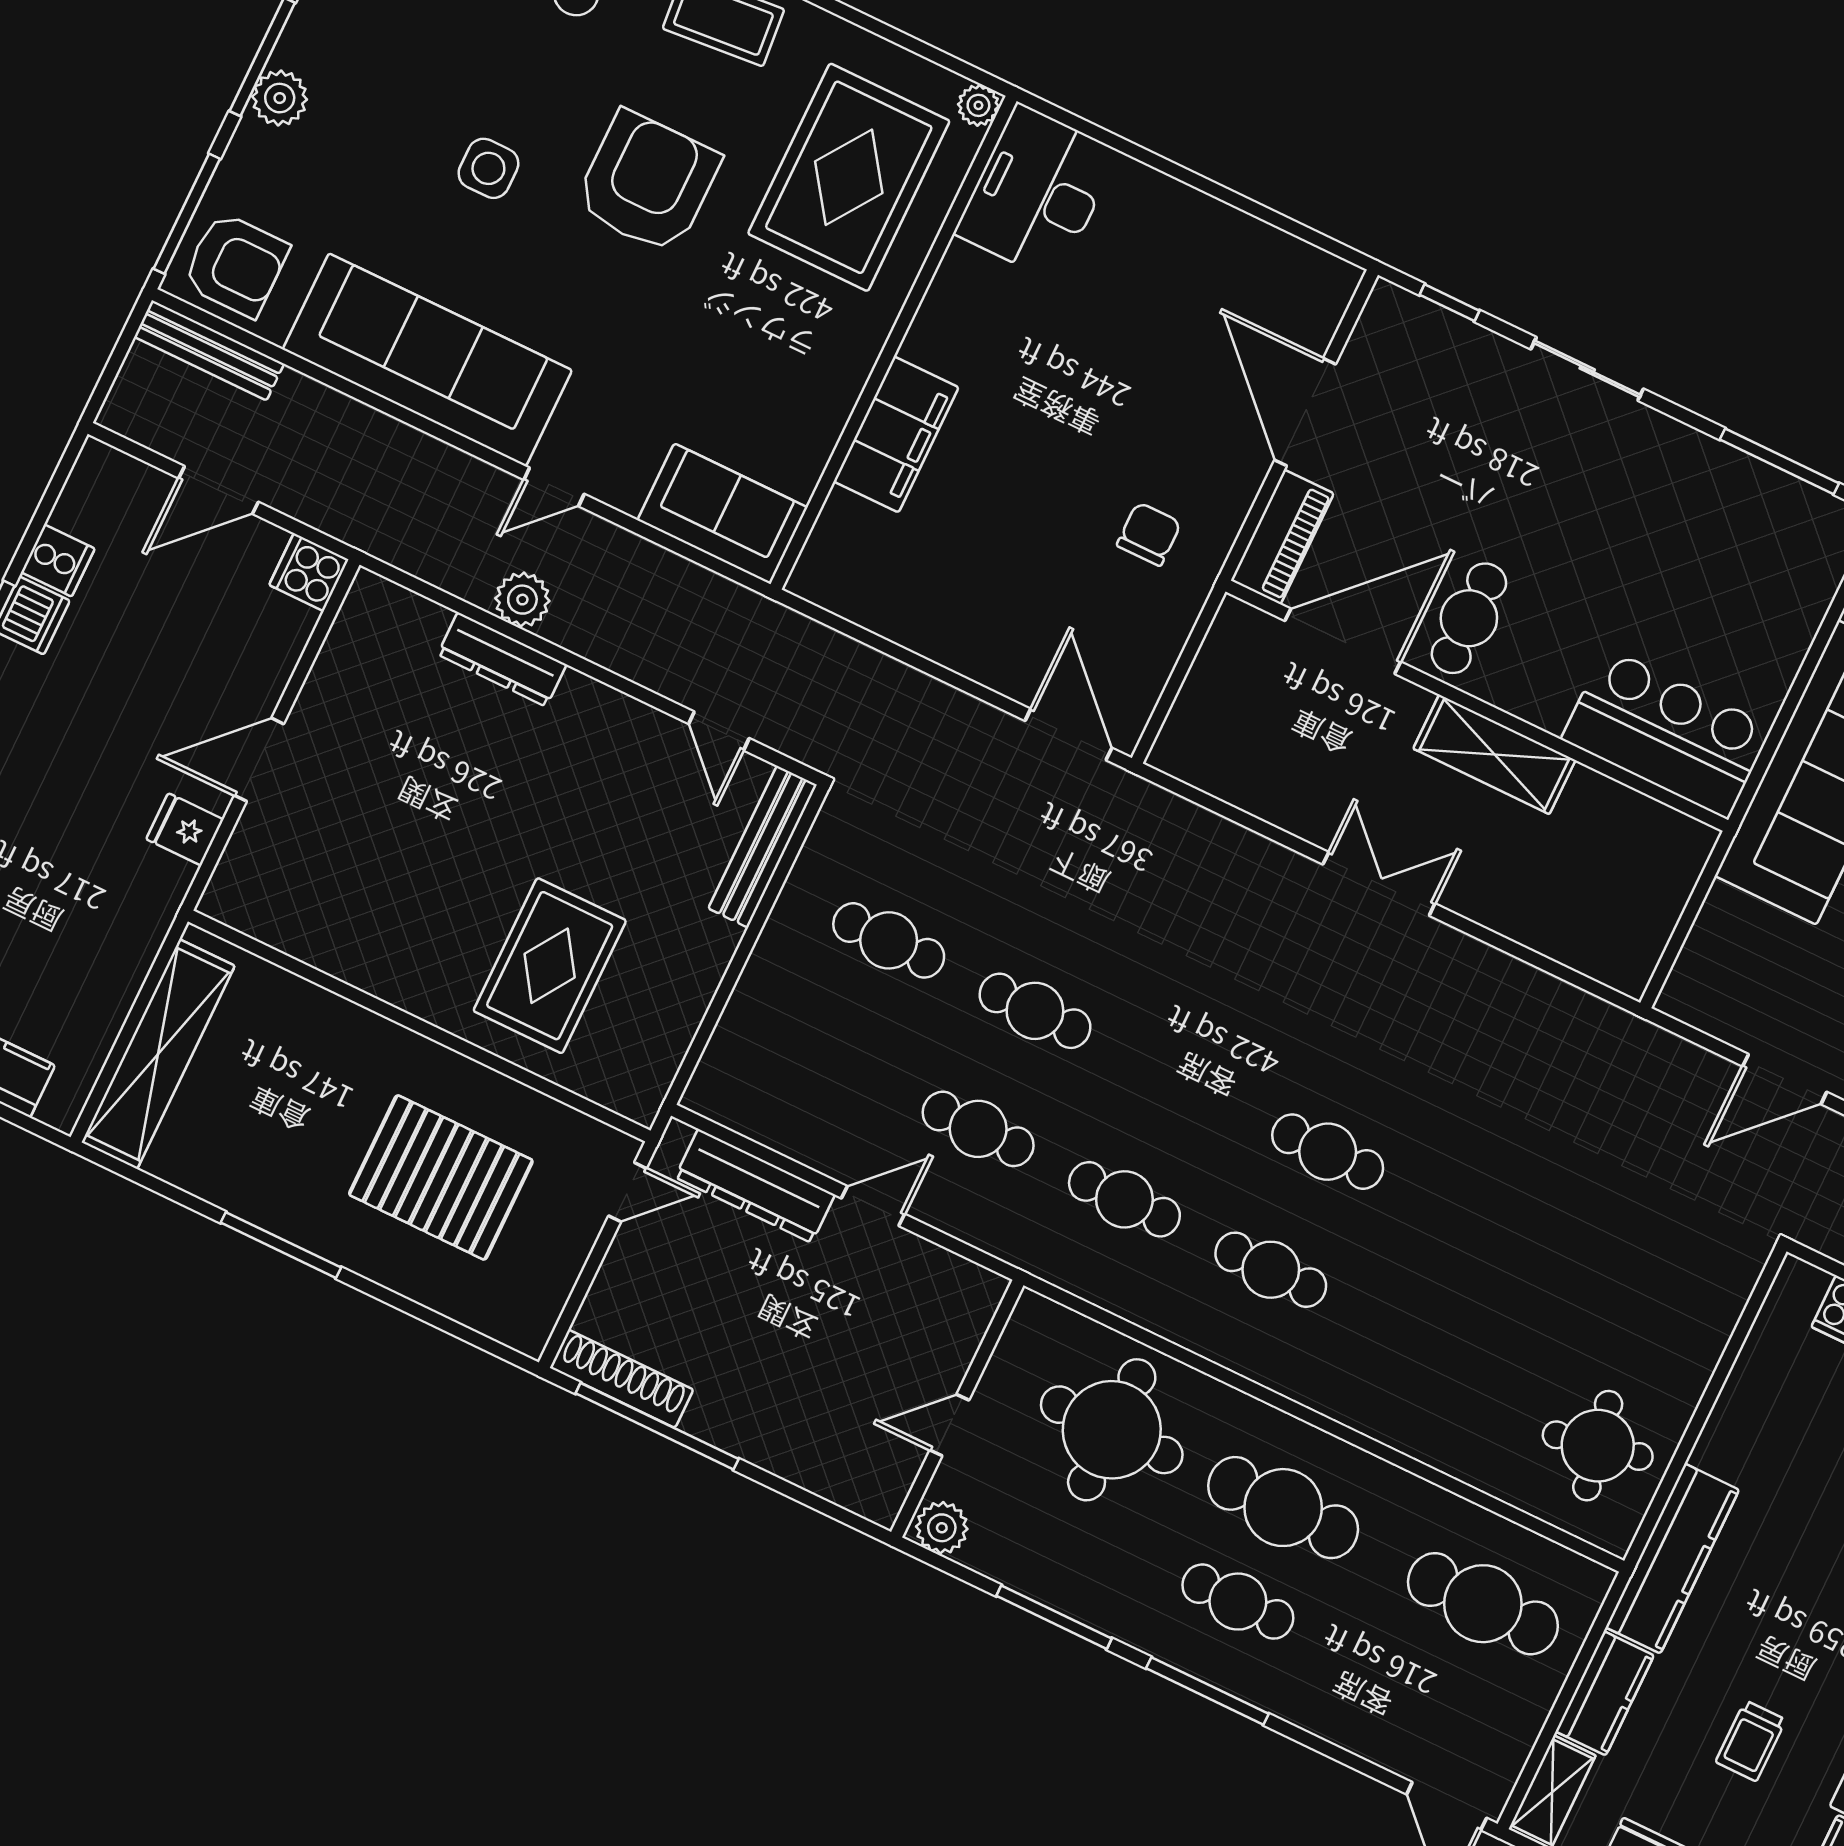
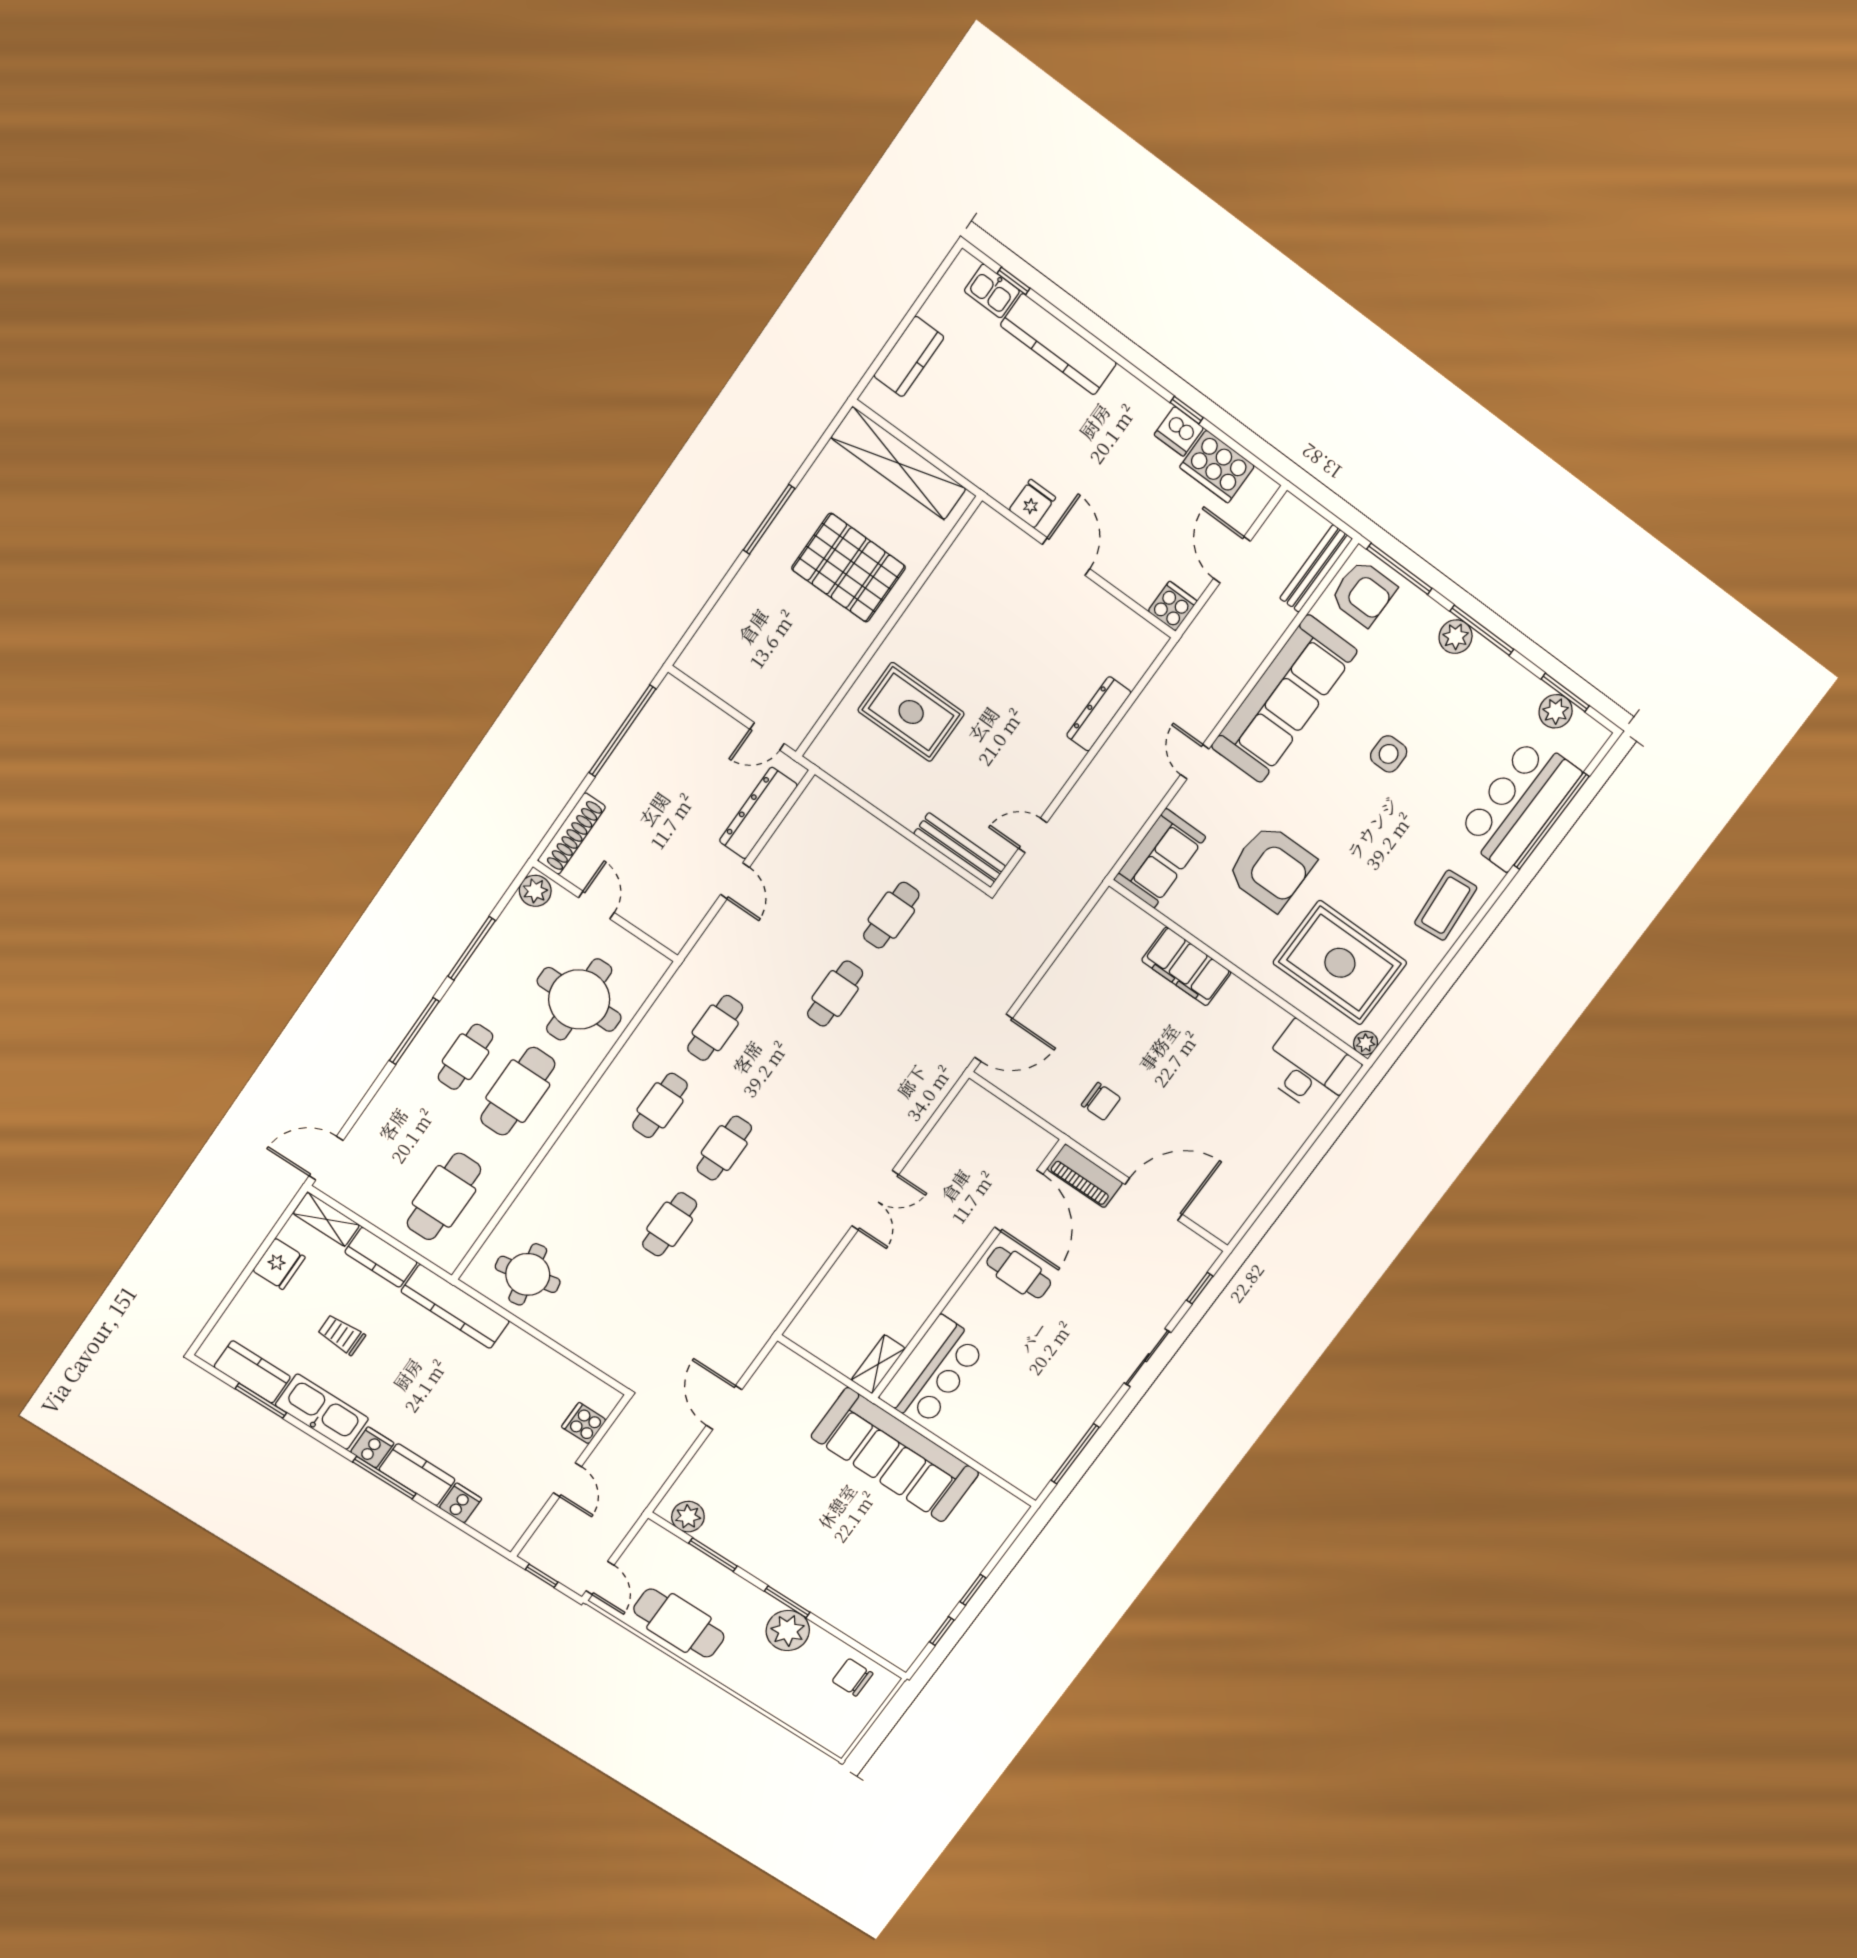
armchair: (648, 182) -> (1271, 868), moved
armchair: (236, 265) -> (1363, 593), turned -90
cooker: (58, 560) -> (1217, 467), width x1.87, depth x1.31
plant: (522, 600) -> (1132, 732), removed
shelving: (1494, 754) -> (878, 1364), moved, width x0.67, depth x0.75
cafe table: (978, 1129) -> (670, 1224), moved
pallet: (441, 1177) -> (849, 568), moved, turned 90
door: (628, 1192) -> (767, 736), hinge flipped
shoe rack: (622, 1379) -> (572, 834), moved

